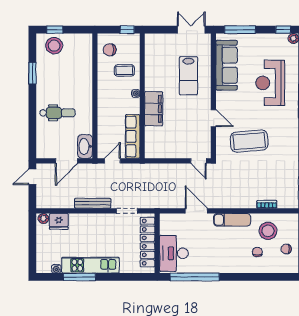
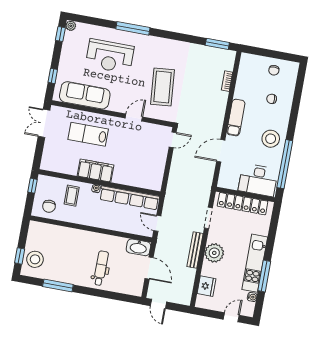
window: (240, 30) -> (53, 76), width x0.46
window: (32, 73) -> (58, 285), width x1.44
lab bench: (188, 76) -> (88, 134), turned 180
filing cabinet: (154, 109) -> (96, 171), moved
row of seats: (133, 136) -> (129, 198), width x1.36
plant: (43, 218) -> (214, 253), moved, width x1.87, depth x1.87
stool: (268, 231) -> (271, 139), moved
door: (32, 252) -> (231, 317), added

